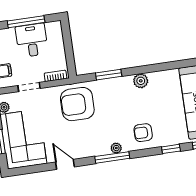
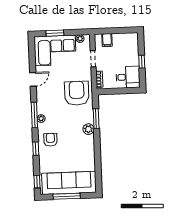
window: (26, 22) -> (142, 62), width x0.46
desk: (32, 40) -> (128, 77), moved
plant: (141, 81) -> (88, 129), moved
window: (171, 149) -> (36, 149), moved

